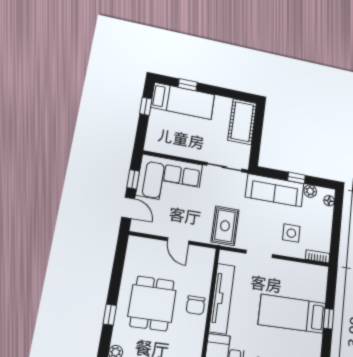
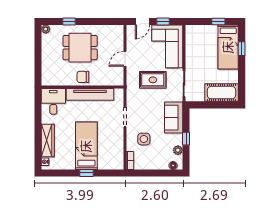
sofa: (275, 190) -> (174, 118), width x0.73
rug: (225, 226) -> (153, 80), moved

